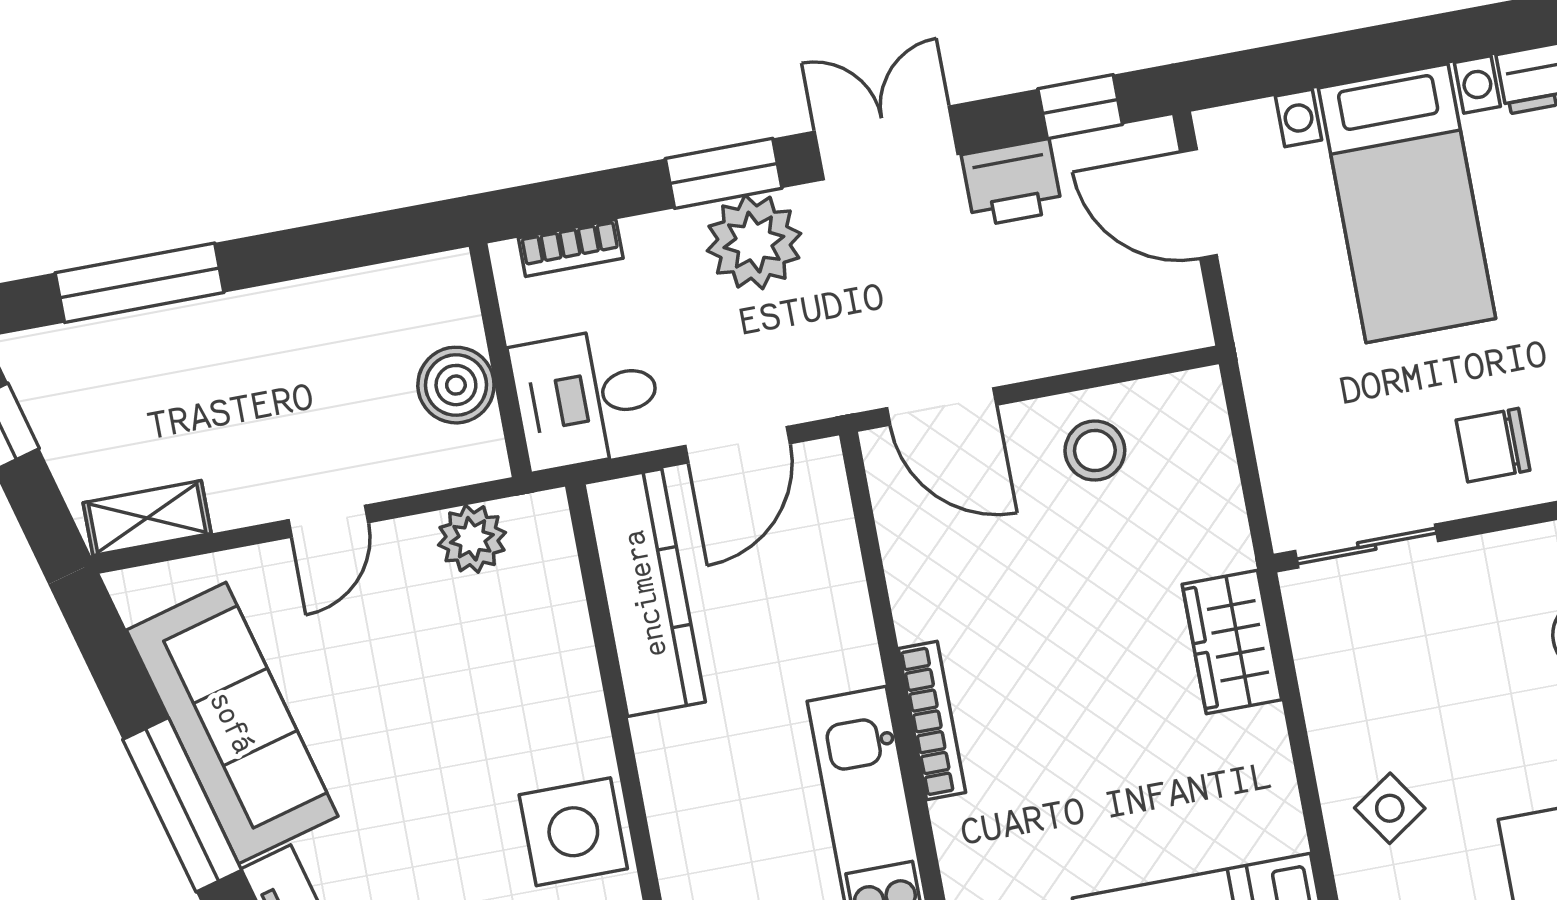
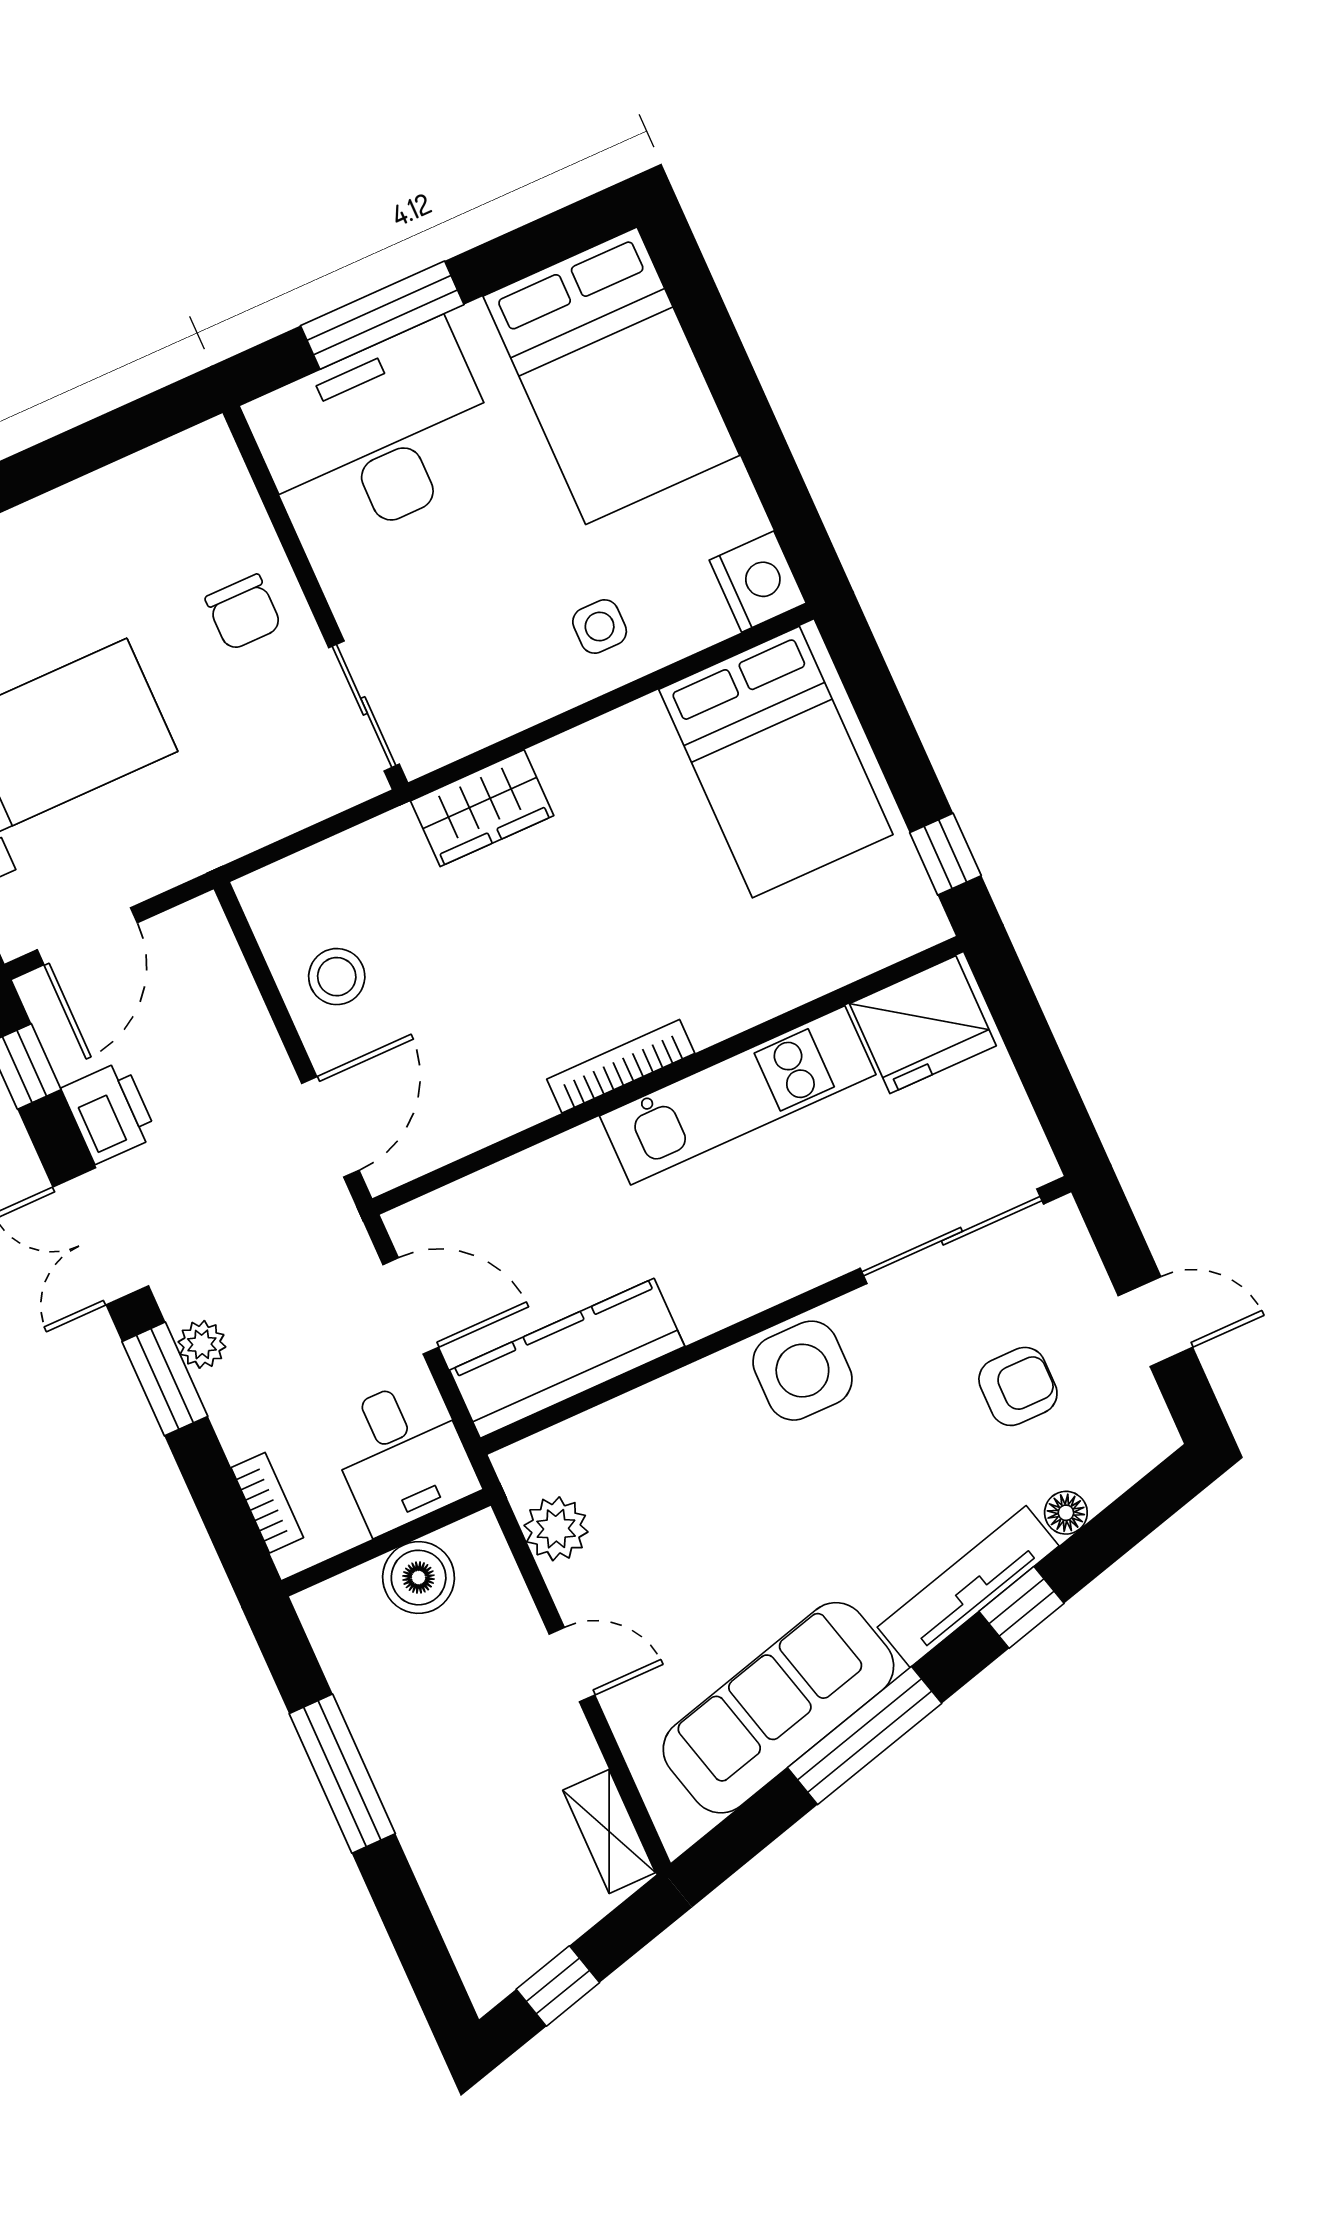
plant: (754, 242) -> (202, 1344), width x0.53, depth x0.53
window: (140, 283) -> (342, 1774), moved
side table: (1390, 808) -> (600, 626), turned 34

